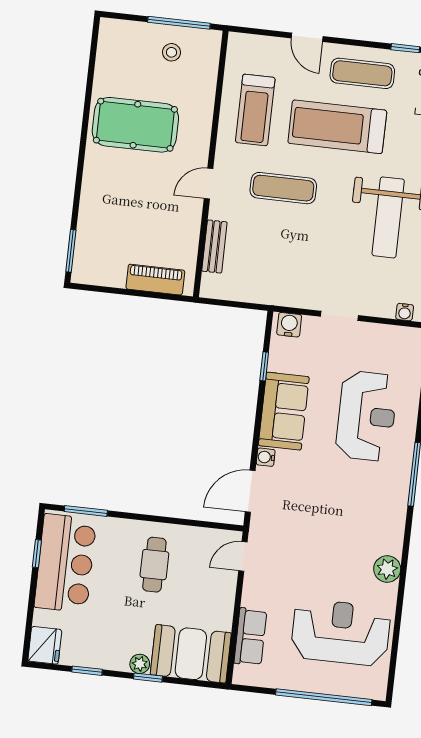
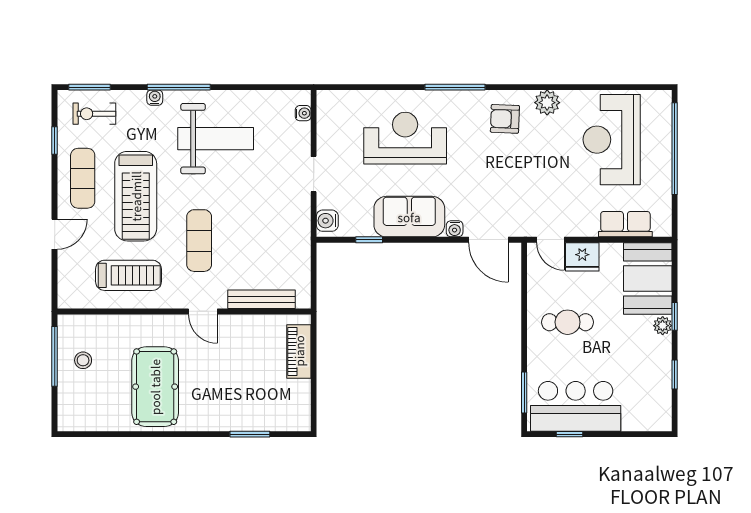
bench: (214, 247) -> (262, 299), width x1.36
window: (71, 251) -> (250, 434), moved
armchair: (375, 523) -> (505, 119), added
fridge: (45, 645) -> (582, 257), moved, turned 180

